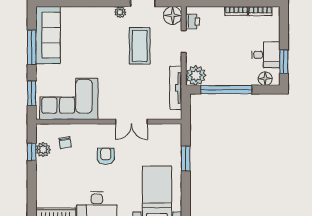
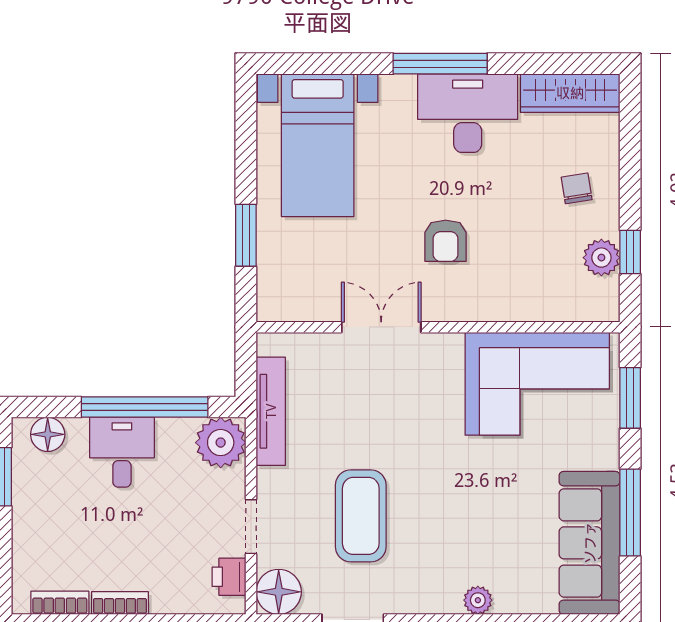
plant: (120, 12) -> (478, 600), moved
desk: (266, 55) -> (122, 452), moved, turned 90
chair: (65, 143) -> (577, 188), moved

